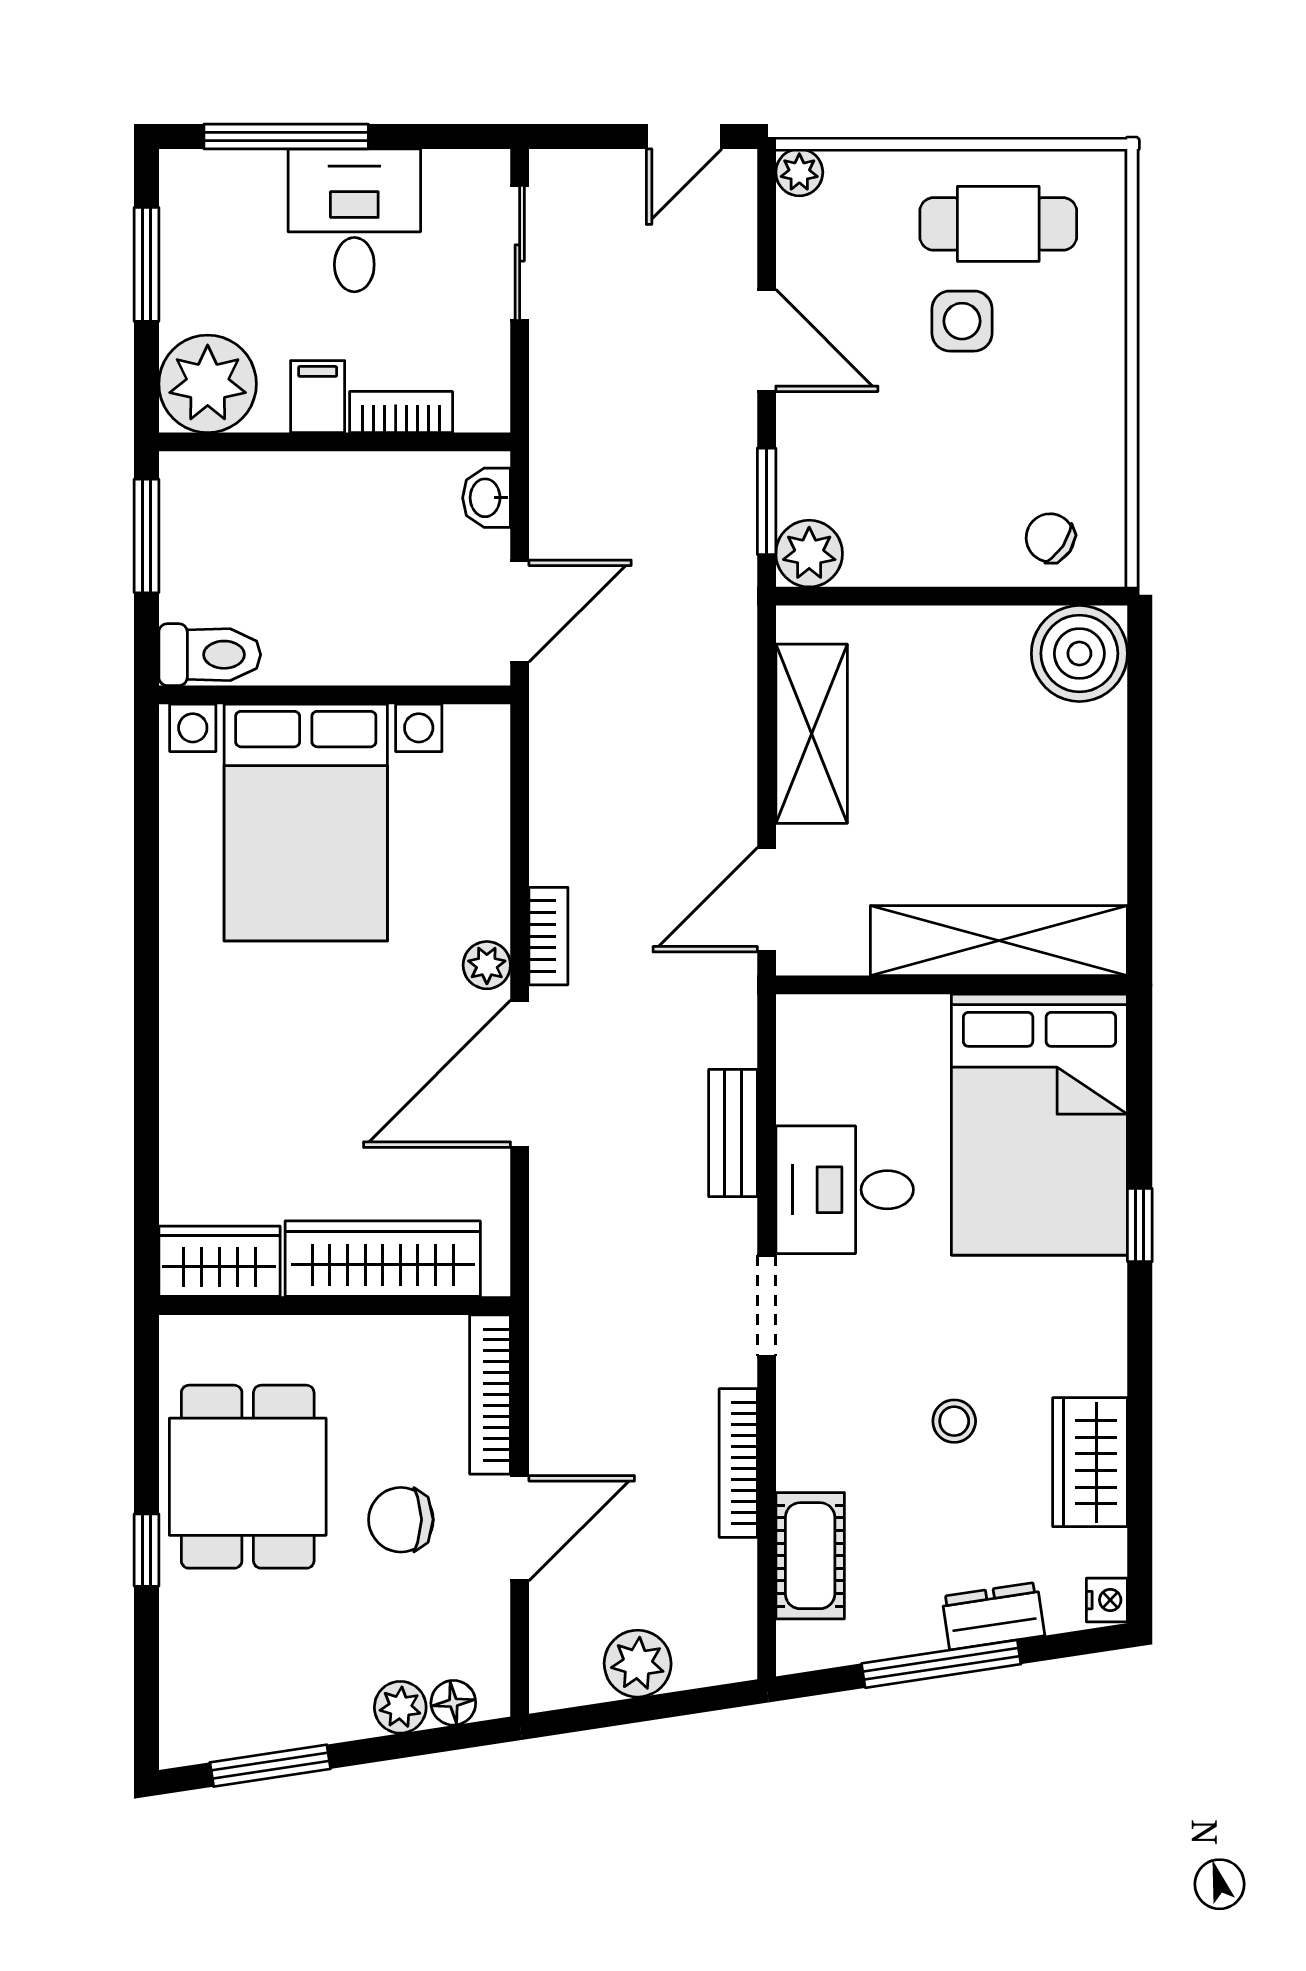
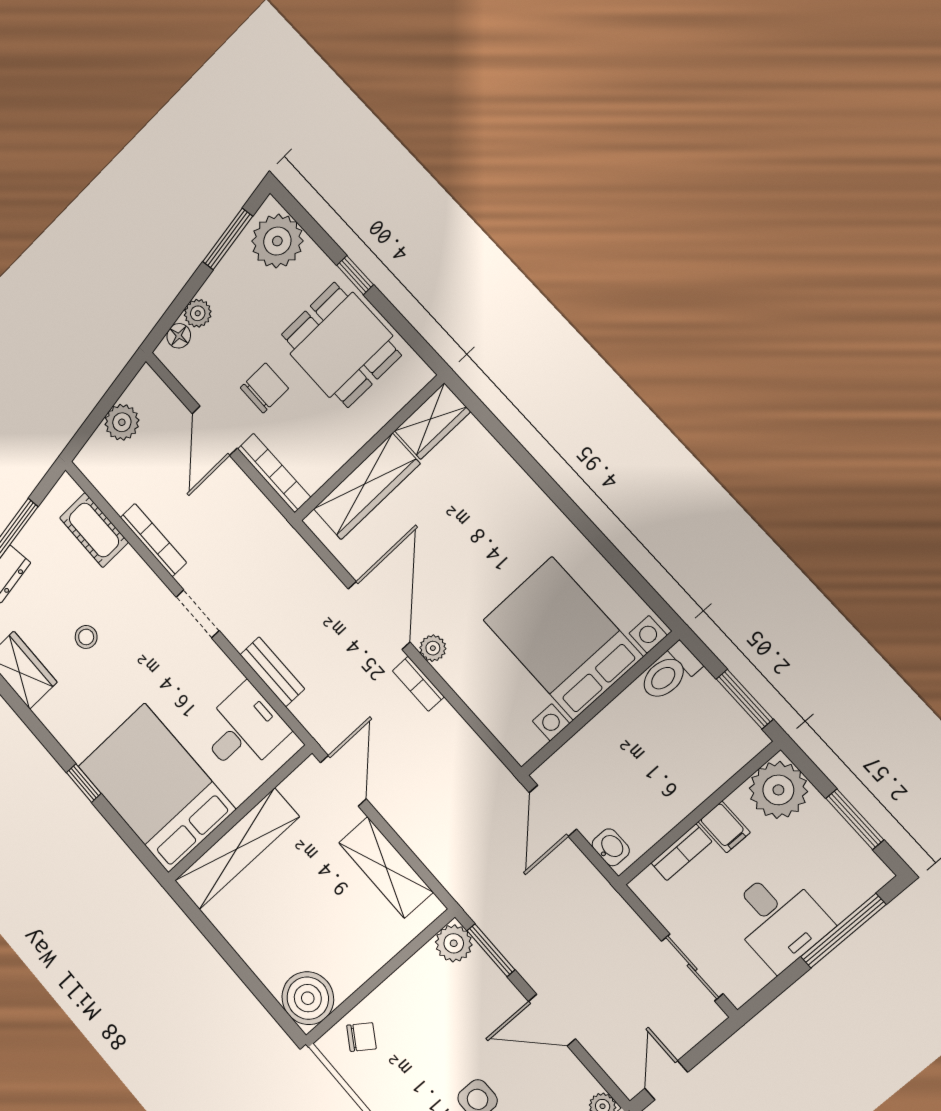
desk: (845, 1190) -> (243, 730), moved
plant: (207, 1697) -> (277, 241), added

